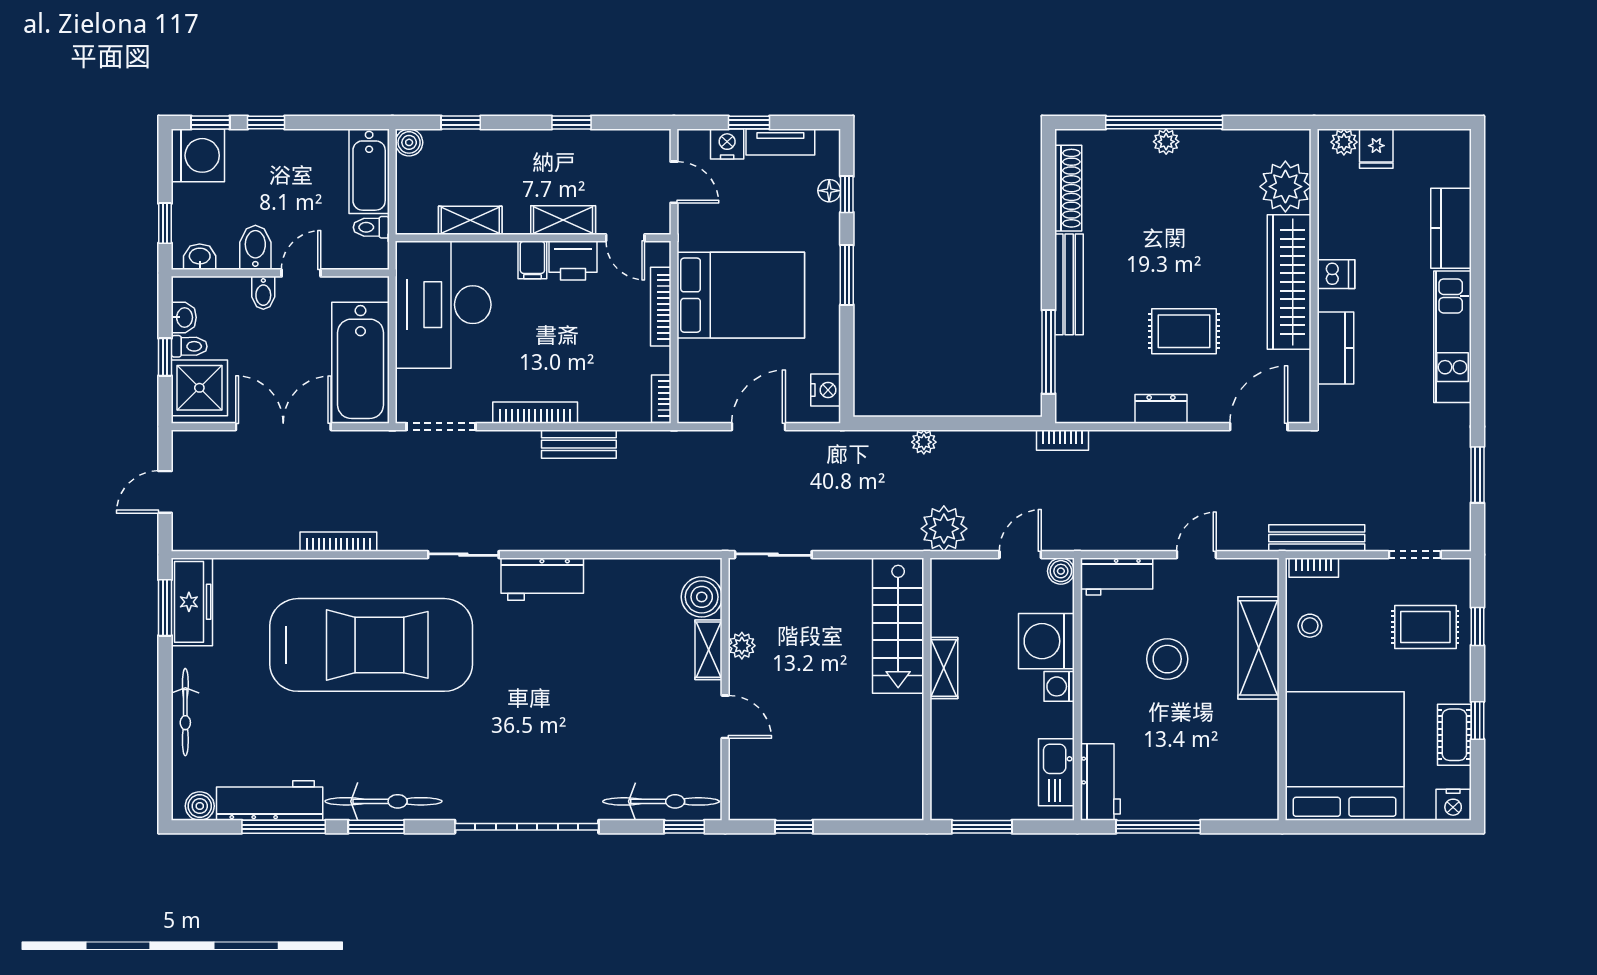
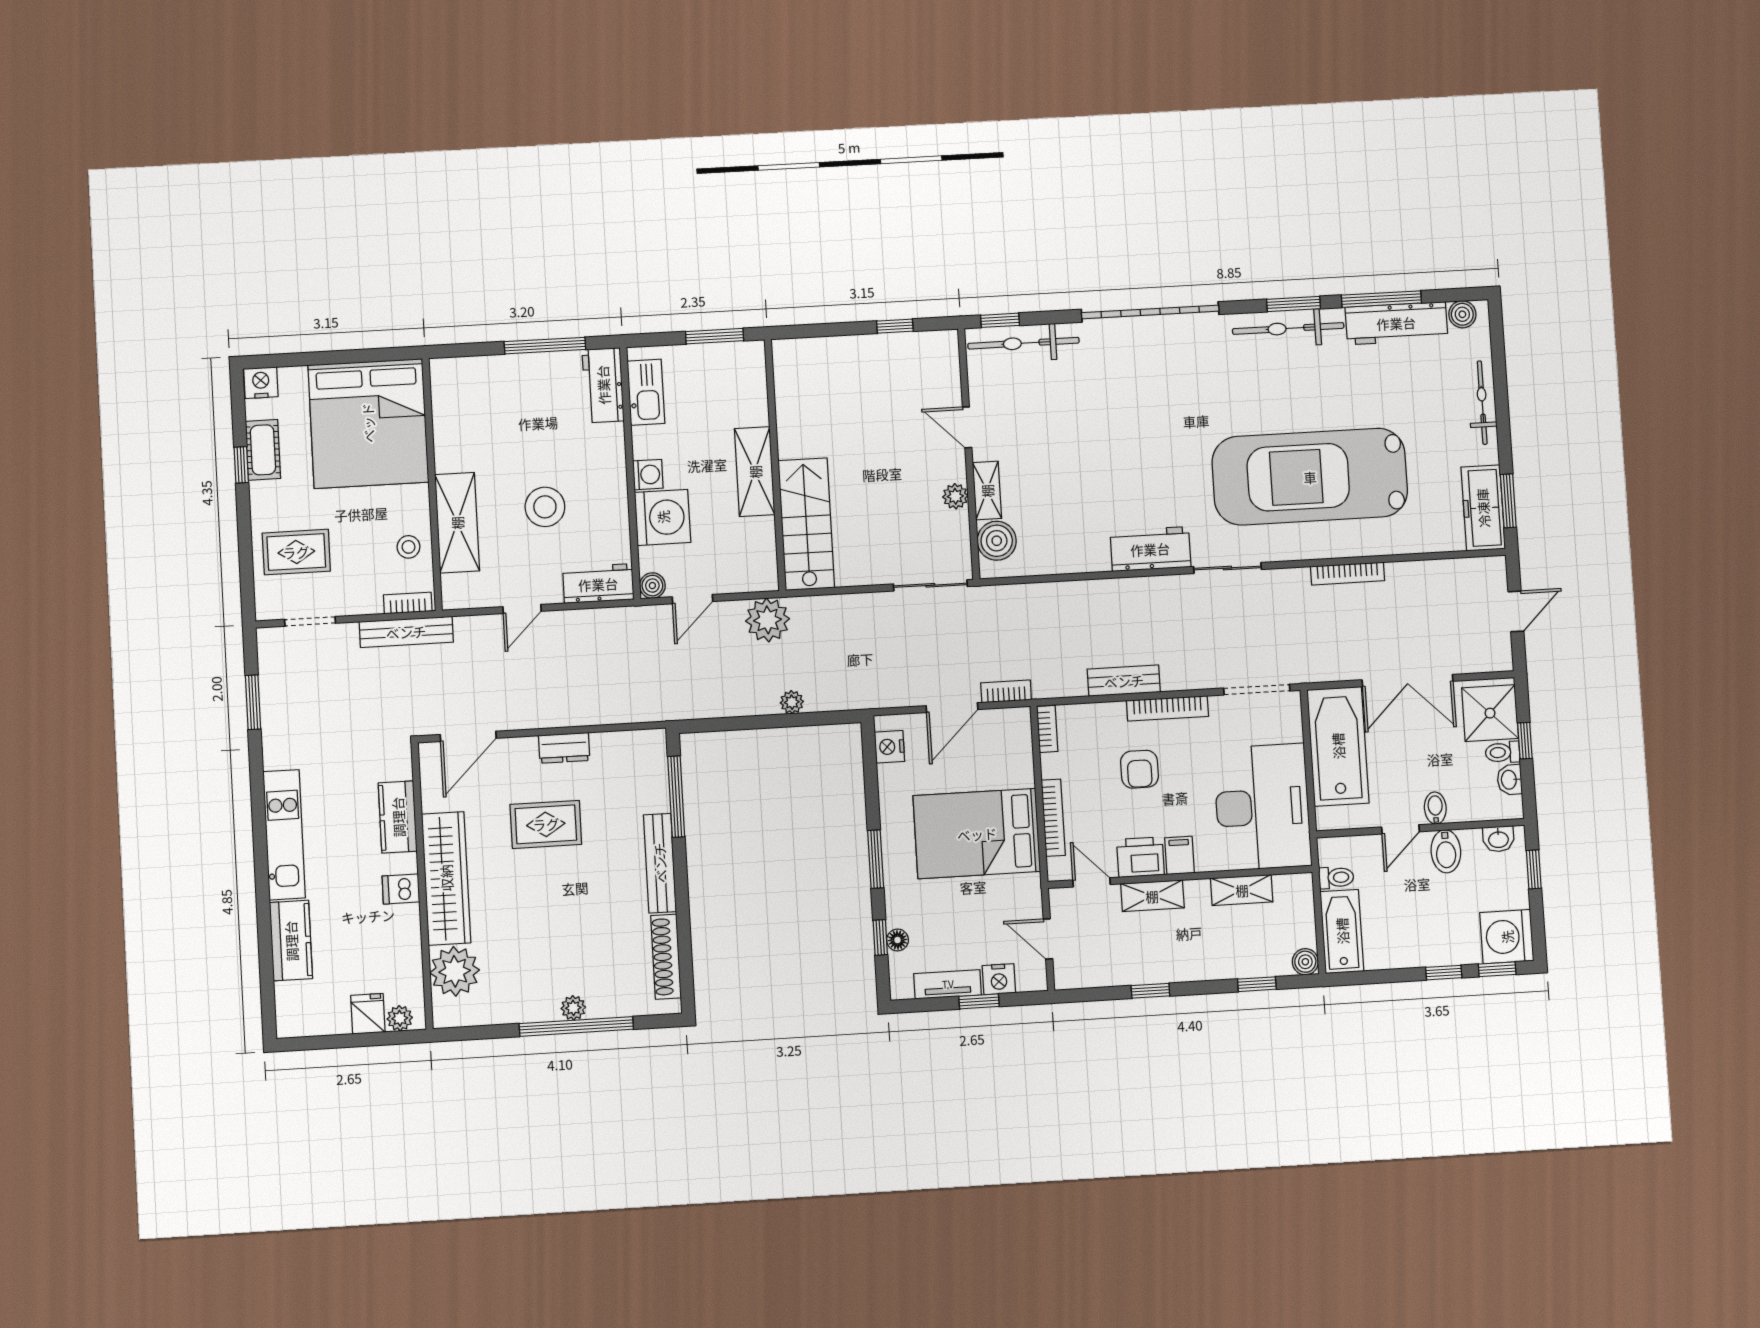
armchair: (568, 351) -> (1139, 769), added
bookcase: (1063, 440) -> (1006, 691), moved
window: (1477, 626) -> (246, 556), removed
shelving: (944, 668) -> (755, 472), width x1.50, depth x1.33

